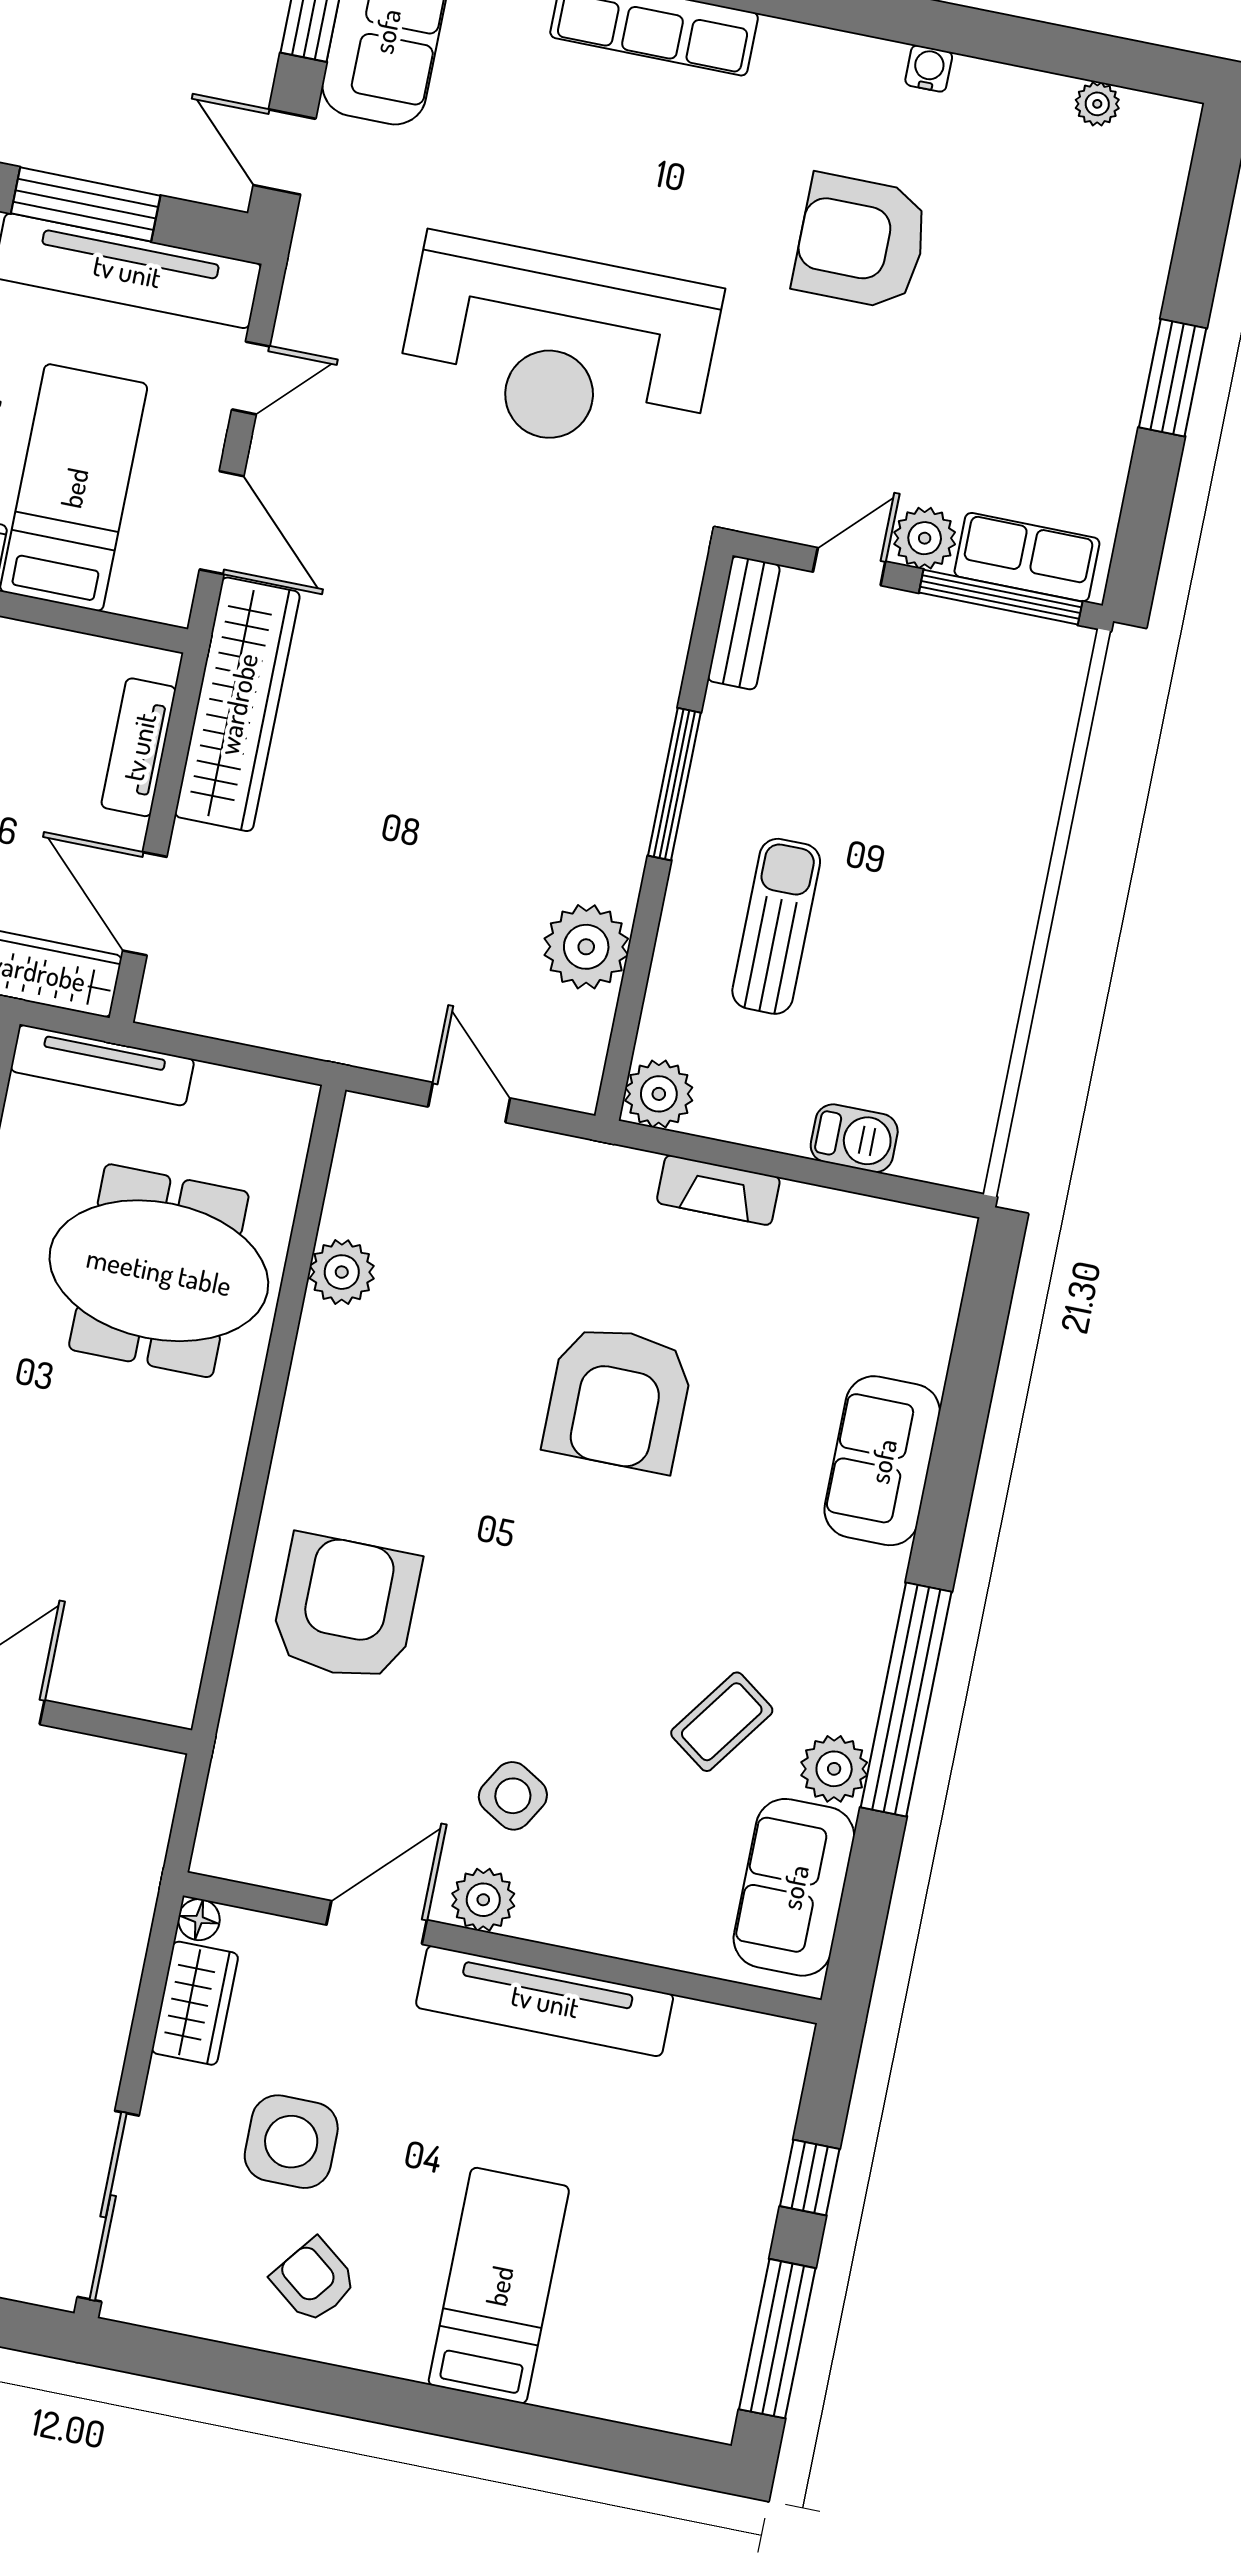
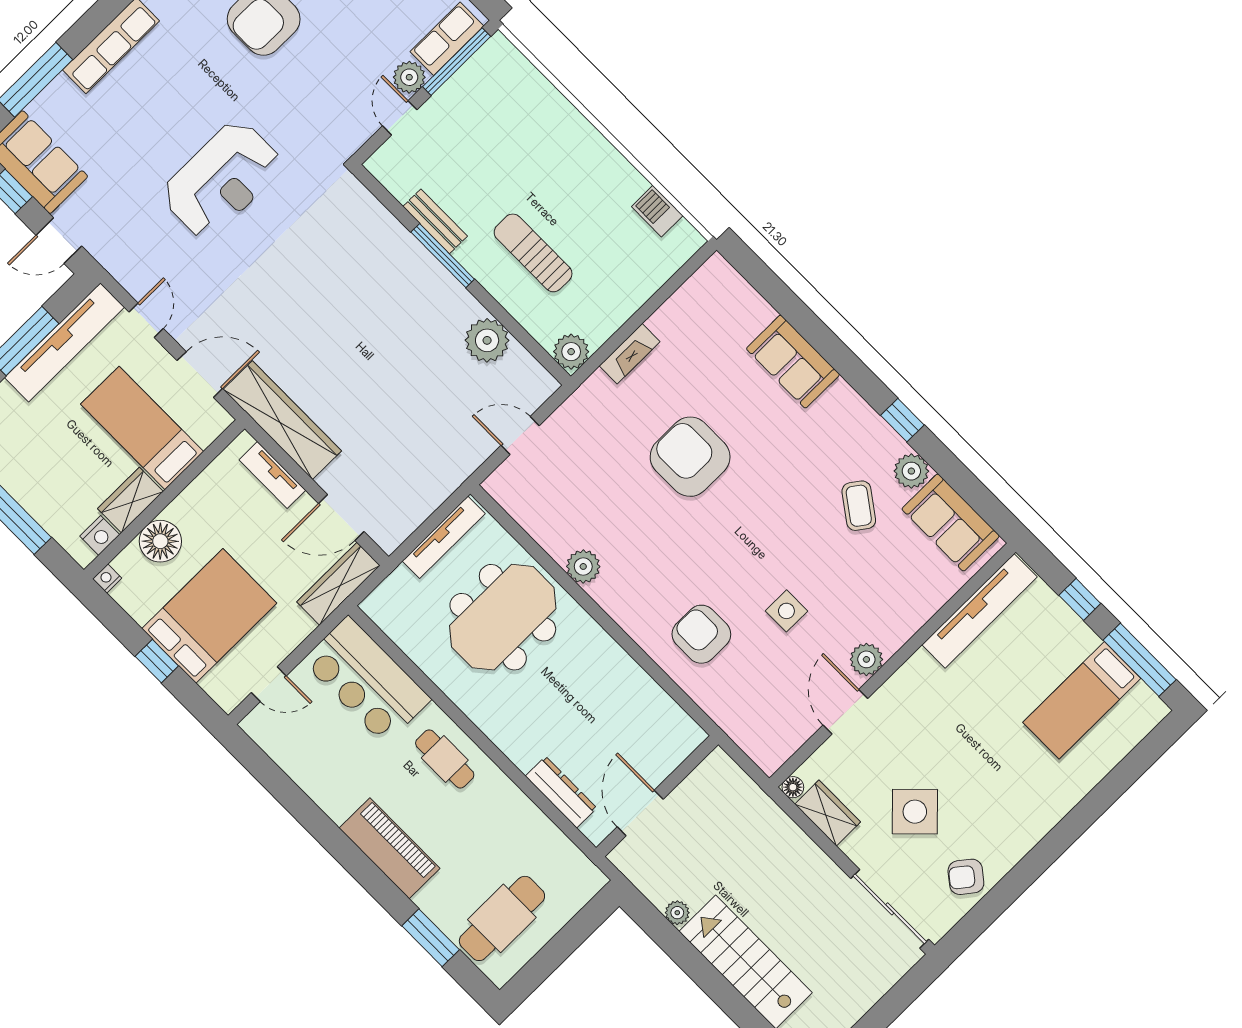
reception desk: (558, 348) -> (222, 179), width x0.74, depth x0.77
bench: (744, 623) -> (435, 221), moved
tv unit: (102, 1065) -> (444, 537), moved
barbecue: (854, 1138) -> (657, 211), moved, turned -90
plant: (342, 1272) -> (583, 566), moved
armchair: (618, 1398) -> (690, 457), turned 180
armchair: (346, 1608) -> (701, 634), width x0.73, depth x0.73
window: (906, 1700) -> (902, 420), width x0.32
side table: (513, 1796) -> (786, 611), moved, turned -31
tv unit: (545, 2001) -> (979, 611), moved
side table: (291, 2142) -> (915, 812), turned 45
armchair: (314, 2281) -> (966, 877), moved
bed: (499, 2286) -> (1082, 700), moved, turned -90

